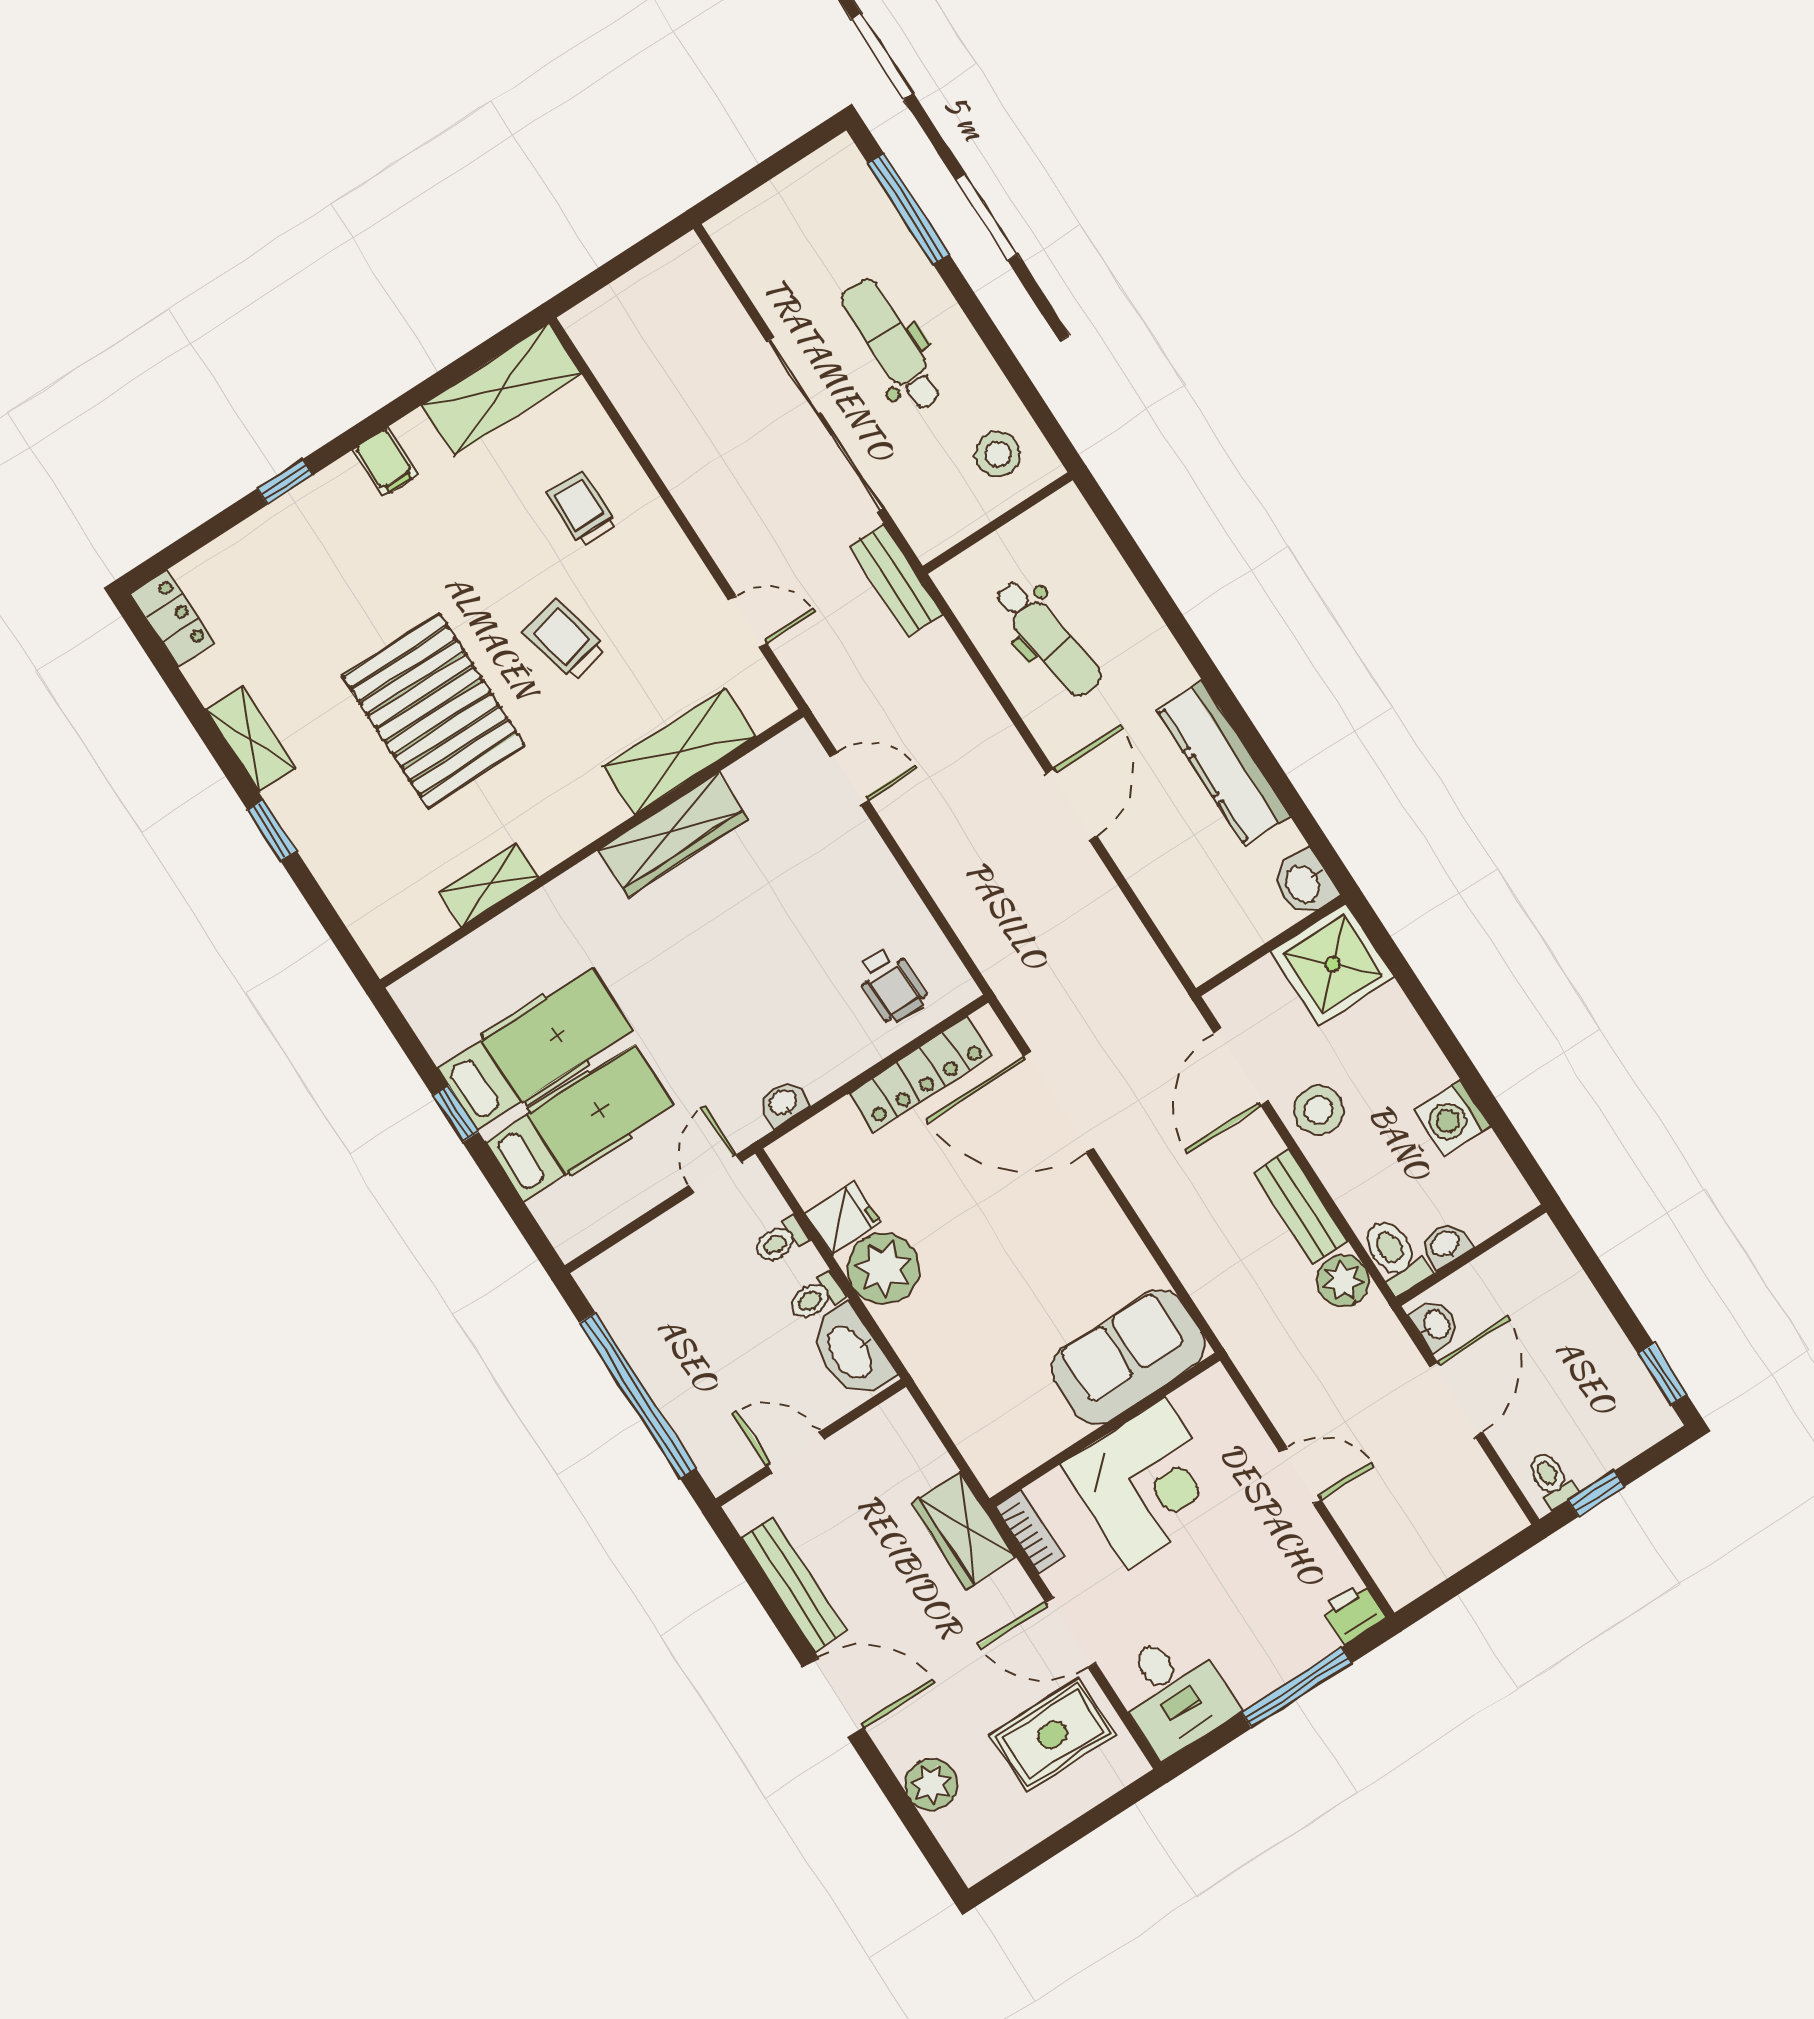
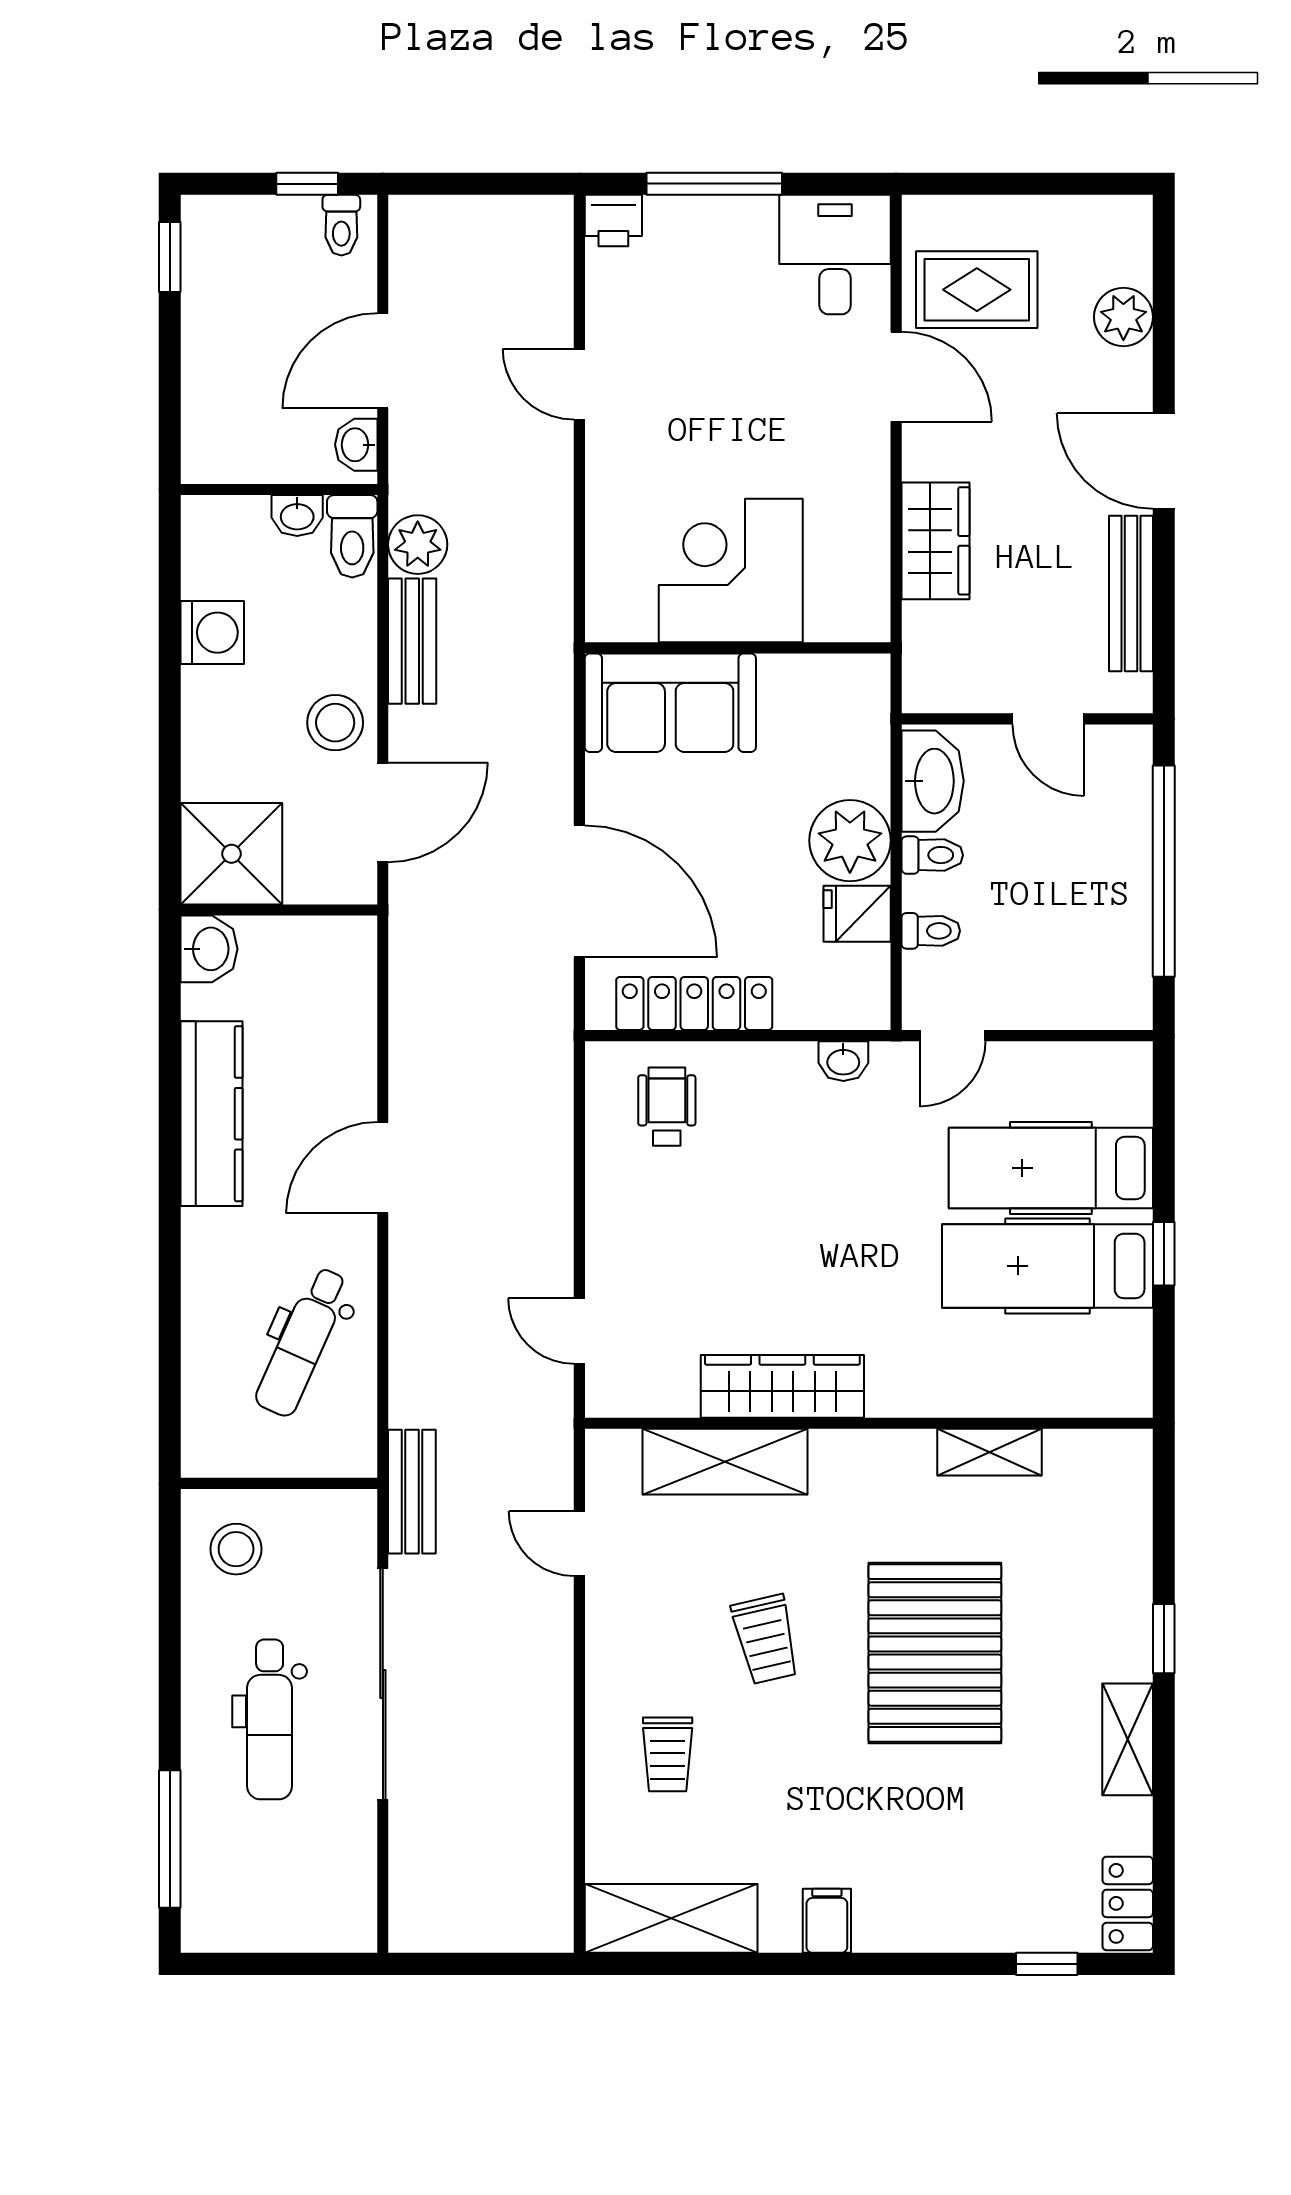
window: (285, 482) -> (1047, 1964), moved
dental chair: (1048, 638) -> (302, 1342), turned -148
sofa: (1128, 1357) -> (670, 703), moved
wall: (1105, 1429) -> (738, 648), moved
corner desk: (1147, 1483) -> (731, 571), moved
bookcase: (1030, 1531) -> (872, 498), removed

